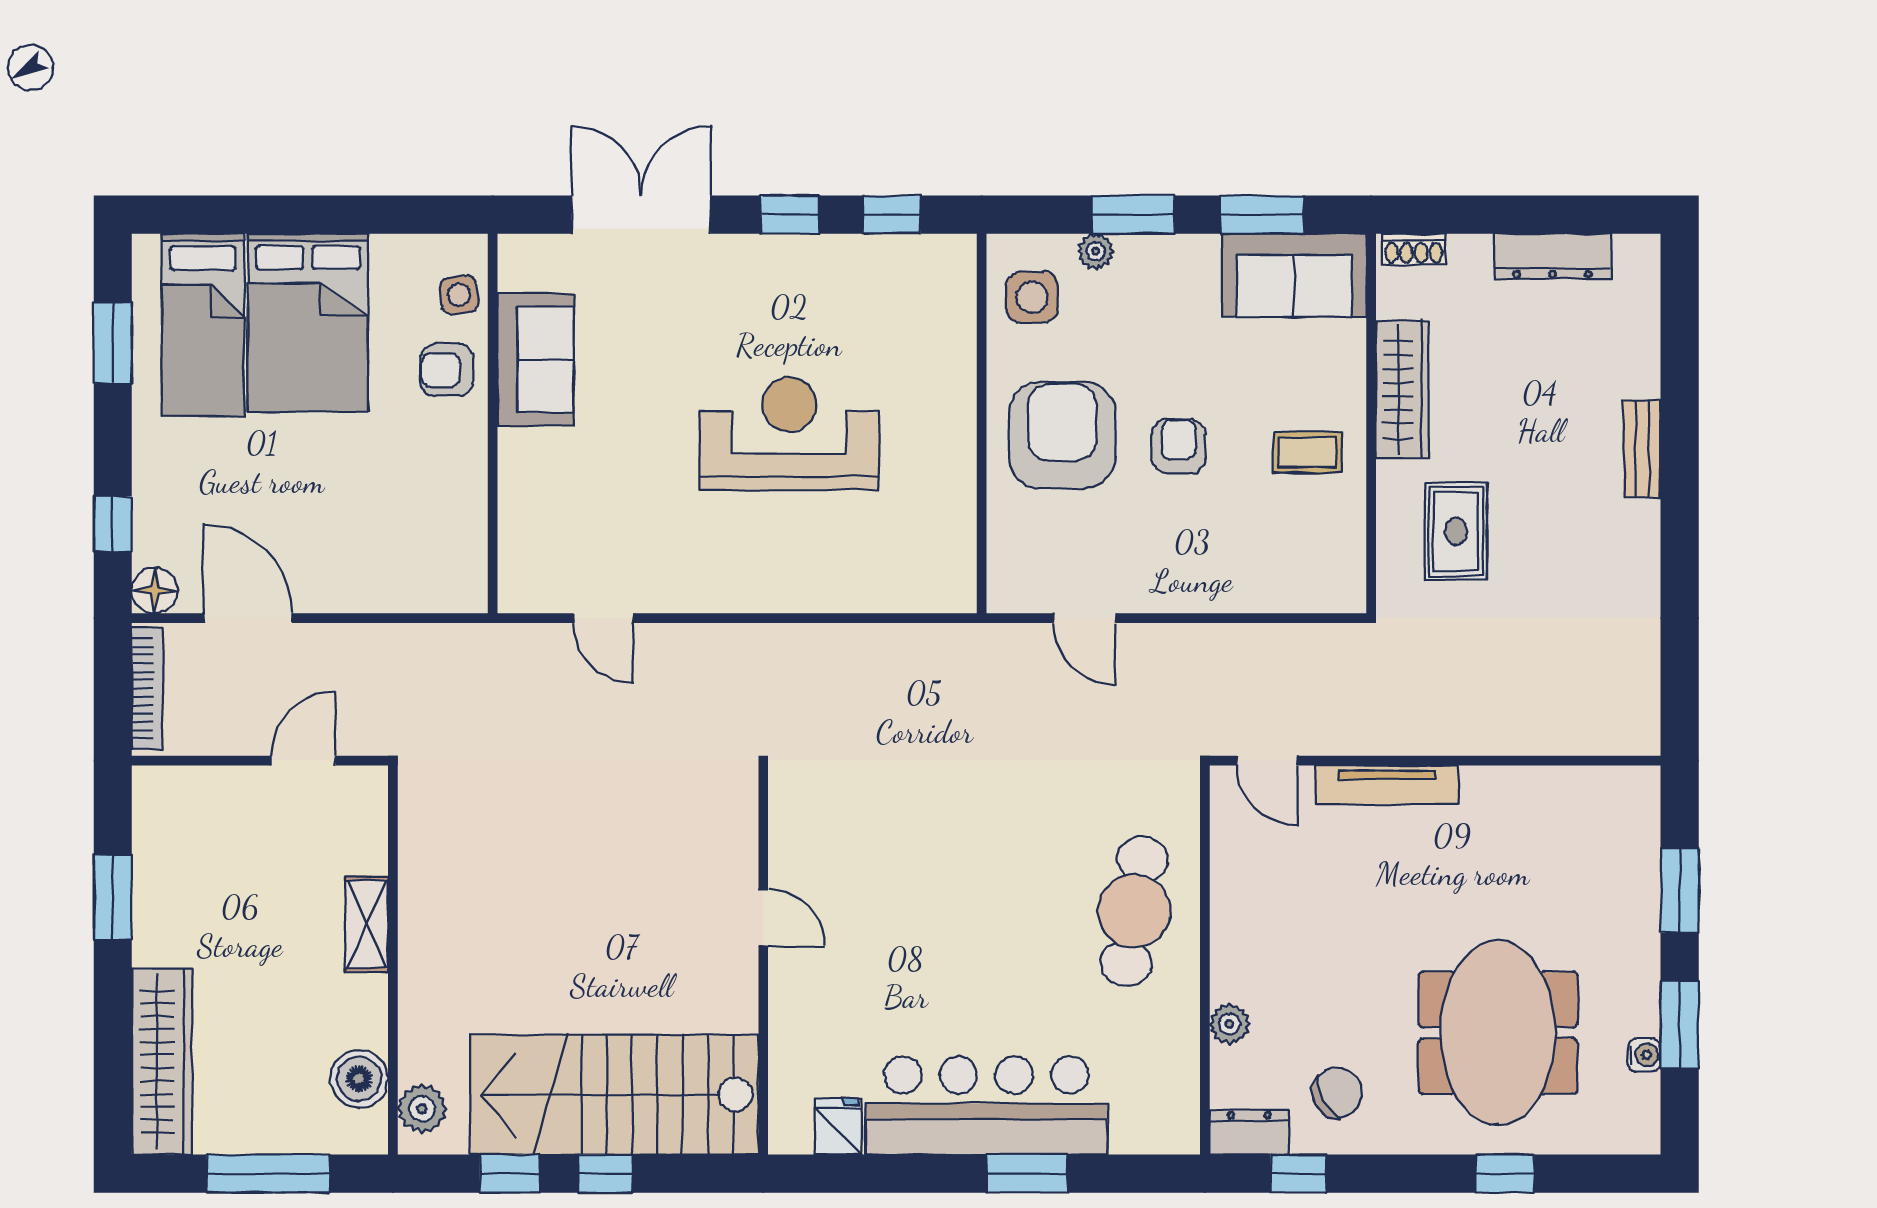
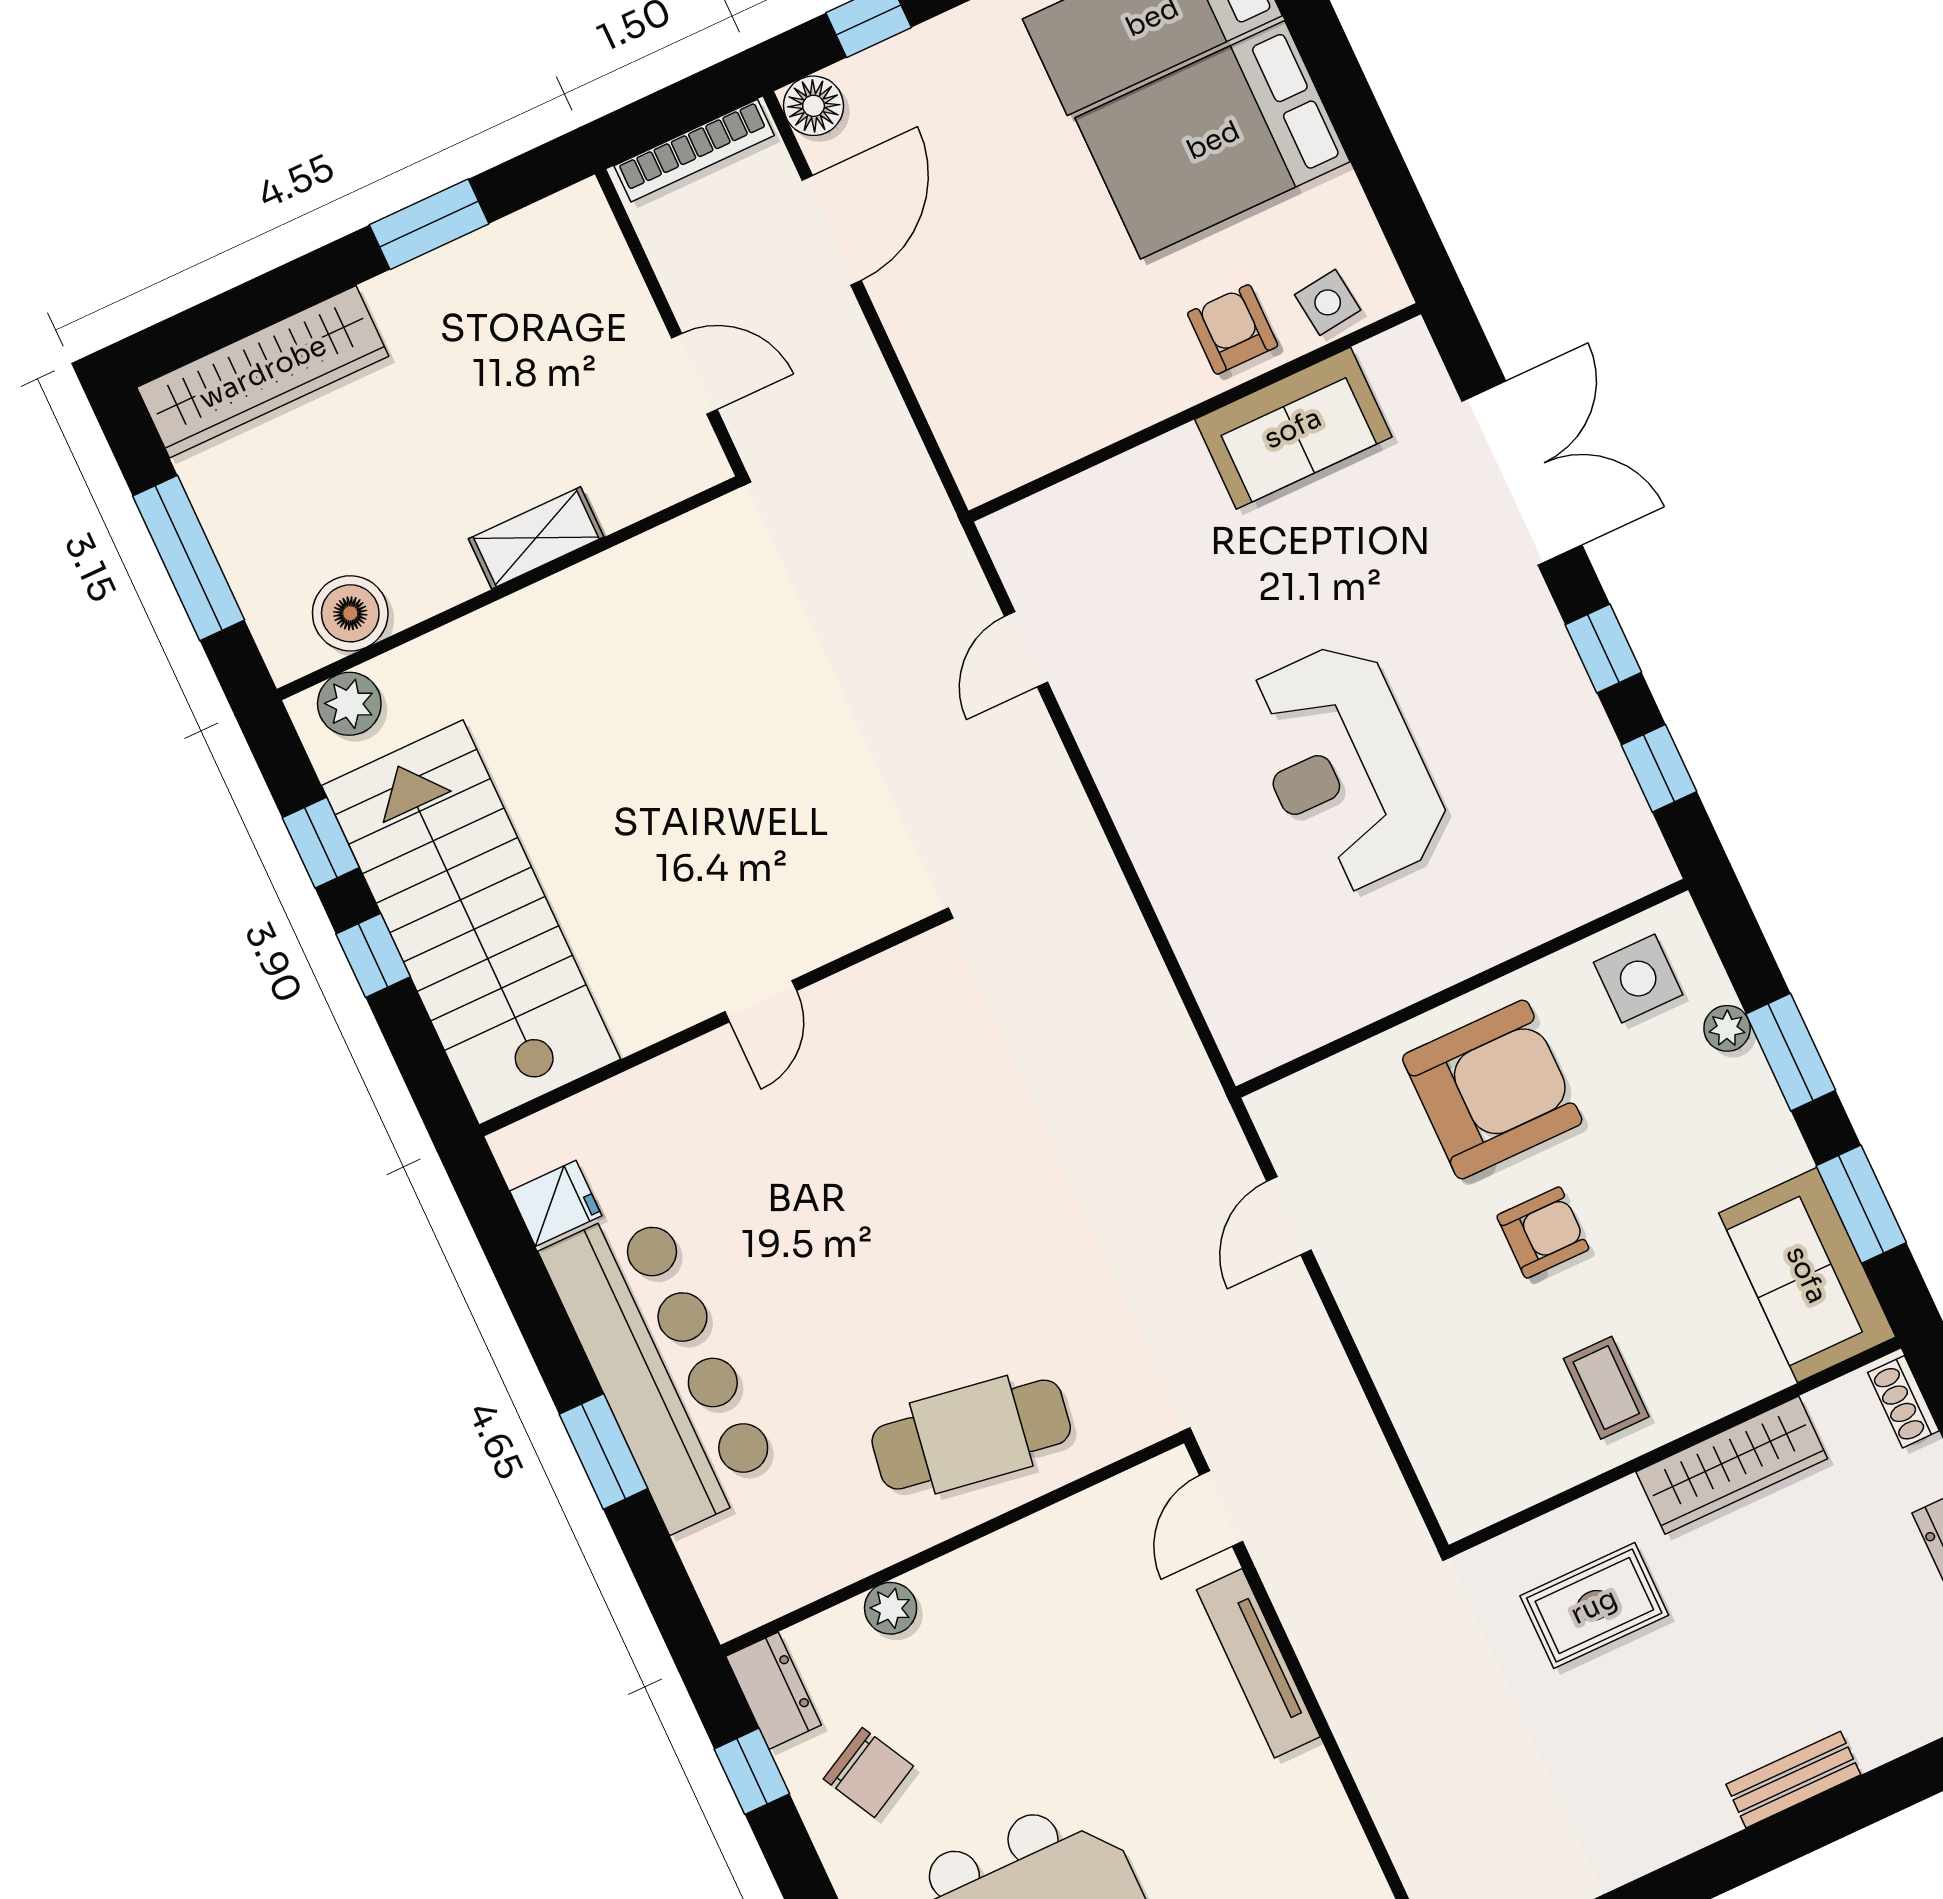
reception desk: (789, 434) -> (1345, 767), turned 180

